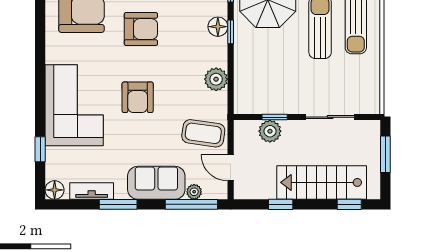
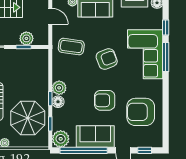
plant: (216, 79) -> (59, 88), moved
armchair: (138, 97) -> (107, 59), turned 69
window: (40, 101) -> (166, 57), added
coffee table: (203, 133) -> (71, 47), moved

